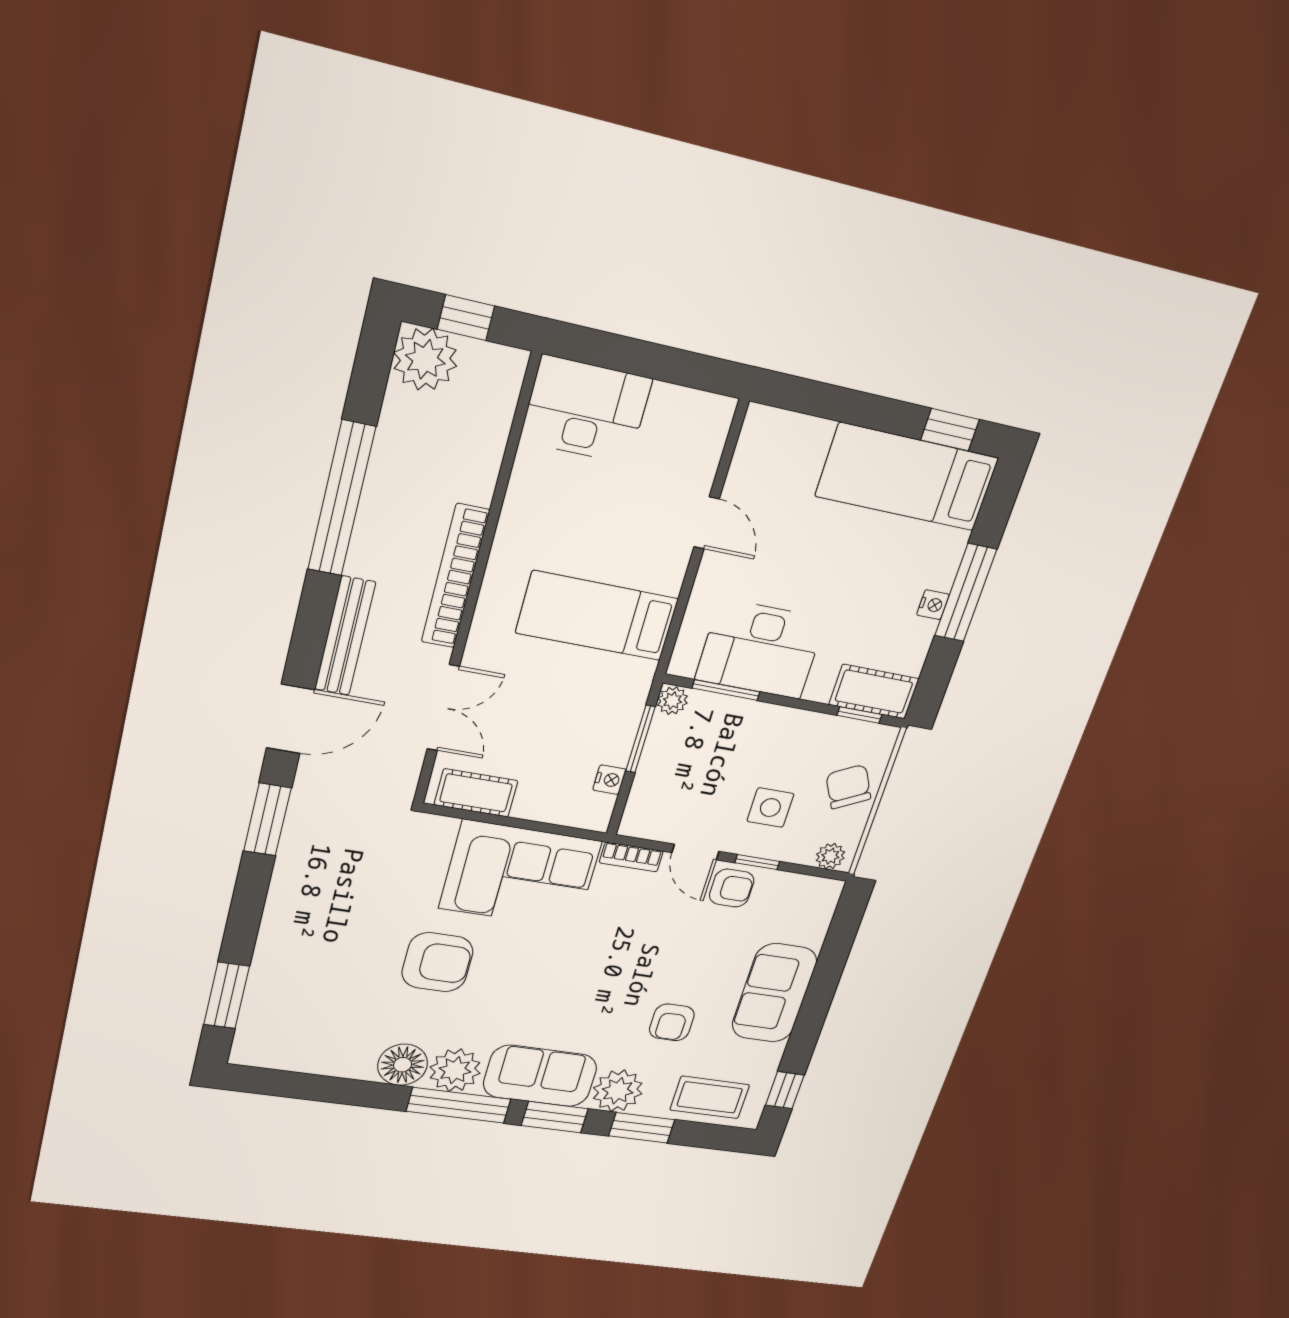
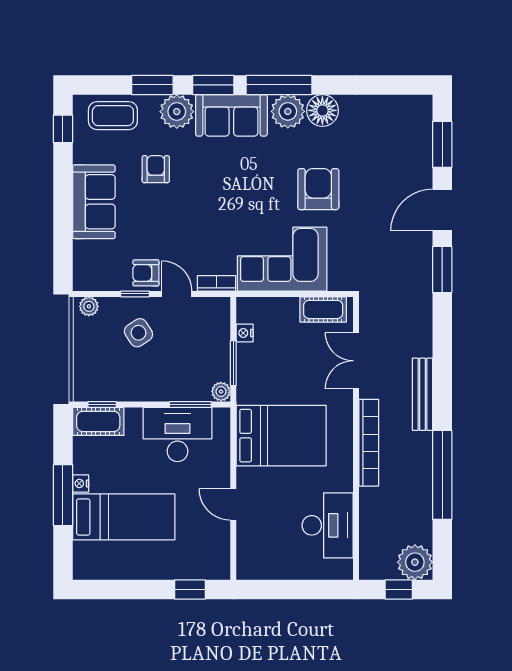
desk: (586, 410) -> (328, 525), moved, turned -90
window: (950, 430) -> (190, 589), moved
bed: (907, 477) -> (124, 517), moved
bed: (597, 616) -> (281, 436), width x1.50
door: (291, 719) -> (442, 210), moved
chair: (848, 787) -> (93, 356), removed
side table: (770, 808) -> (138, 333), turned -33
armchair: (437, 962) -> (318, 189), turned 90

